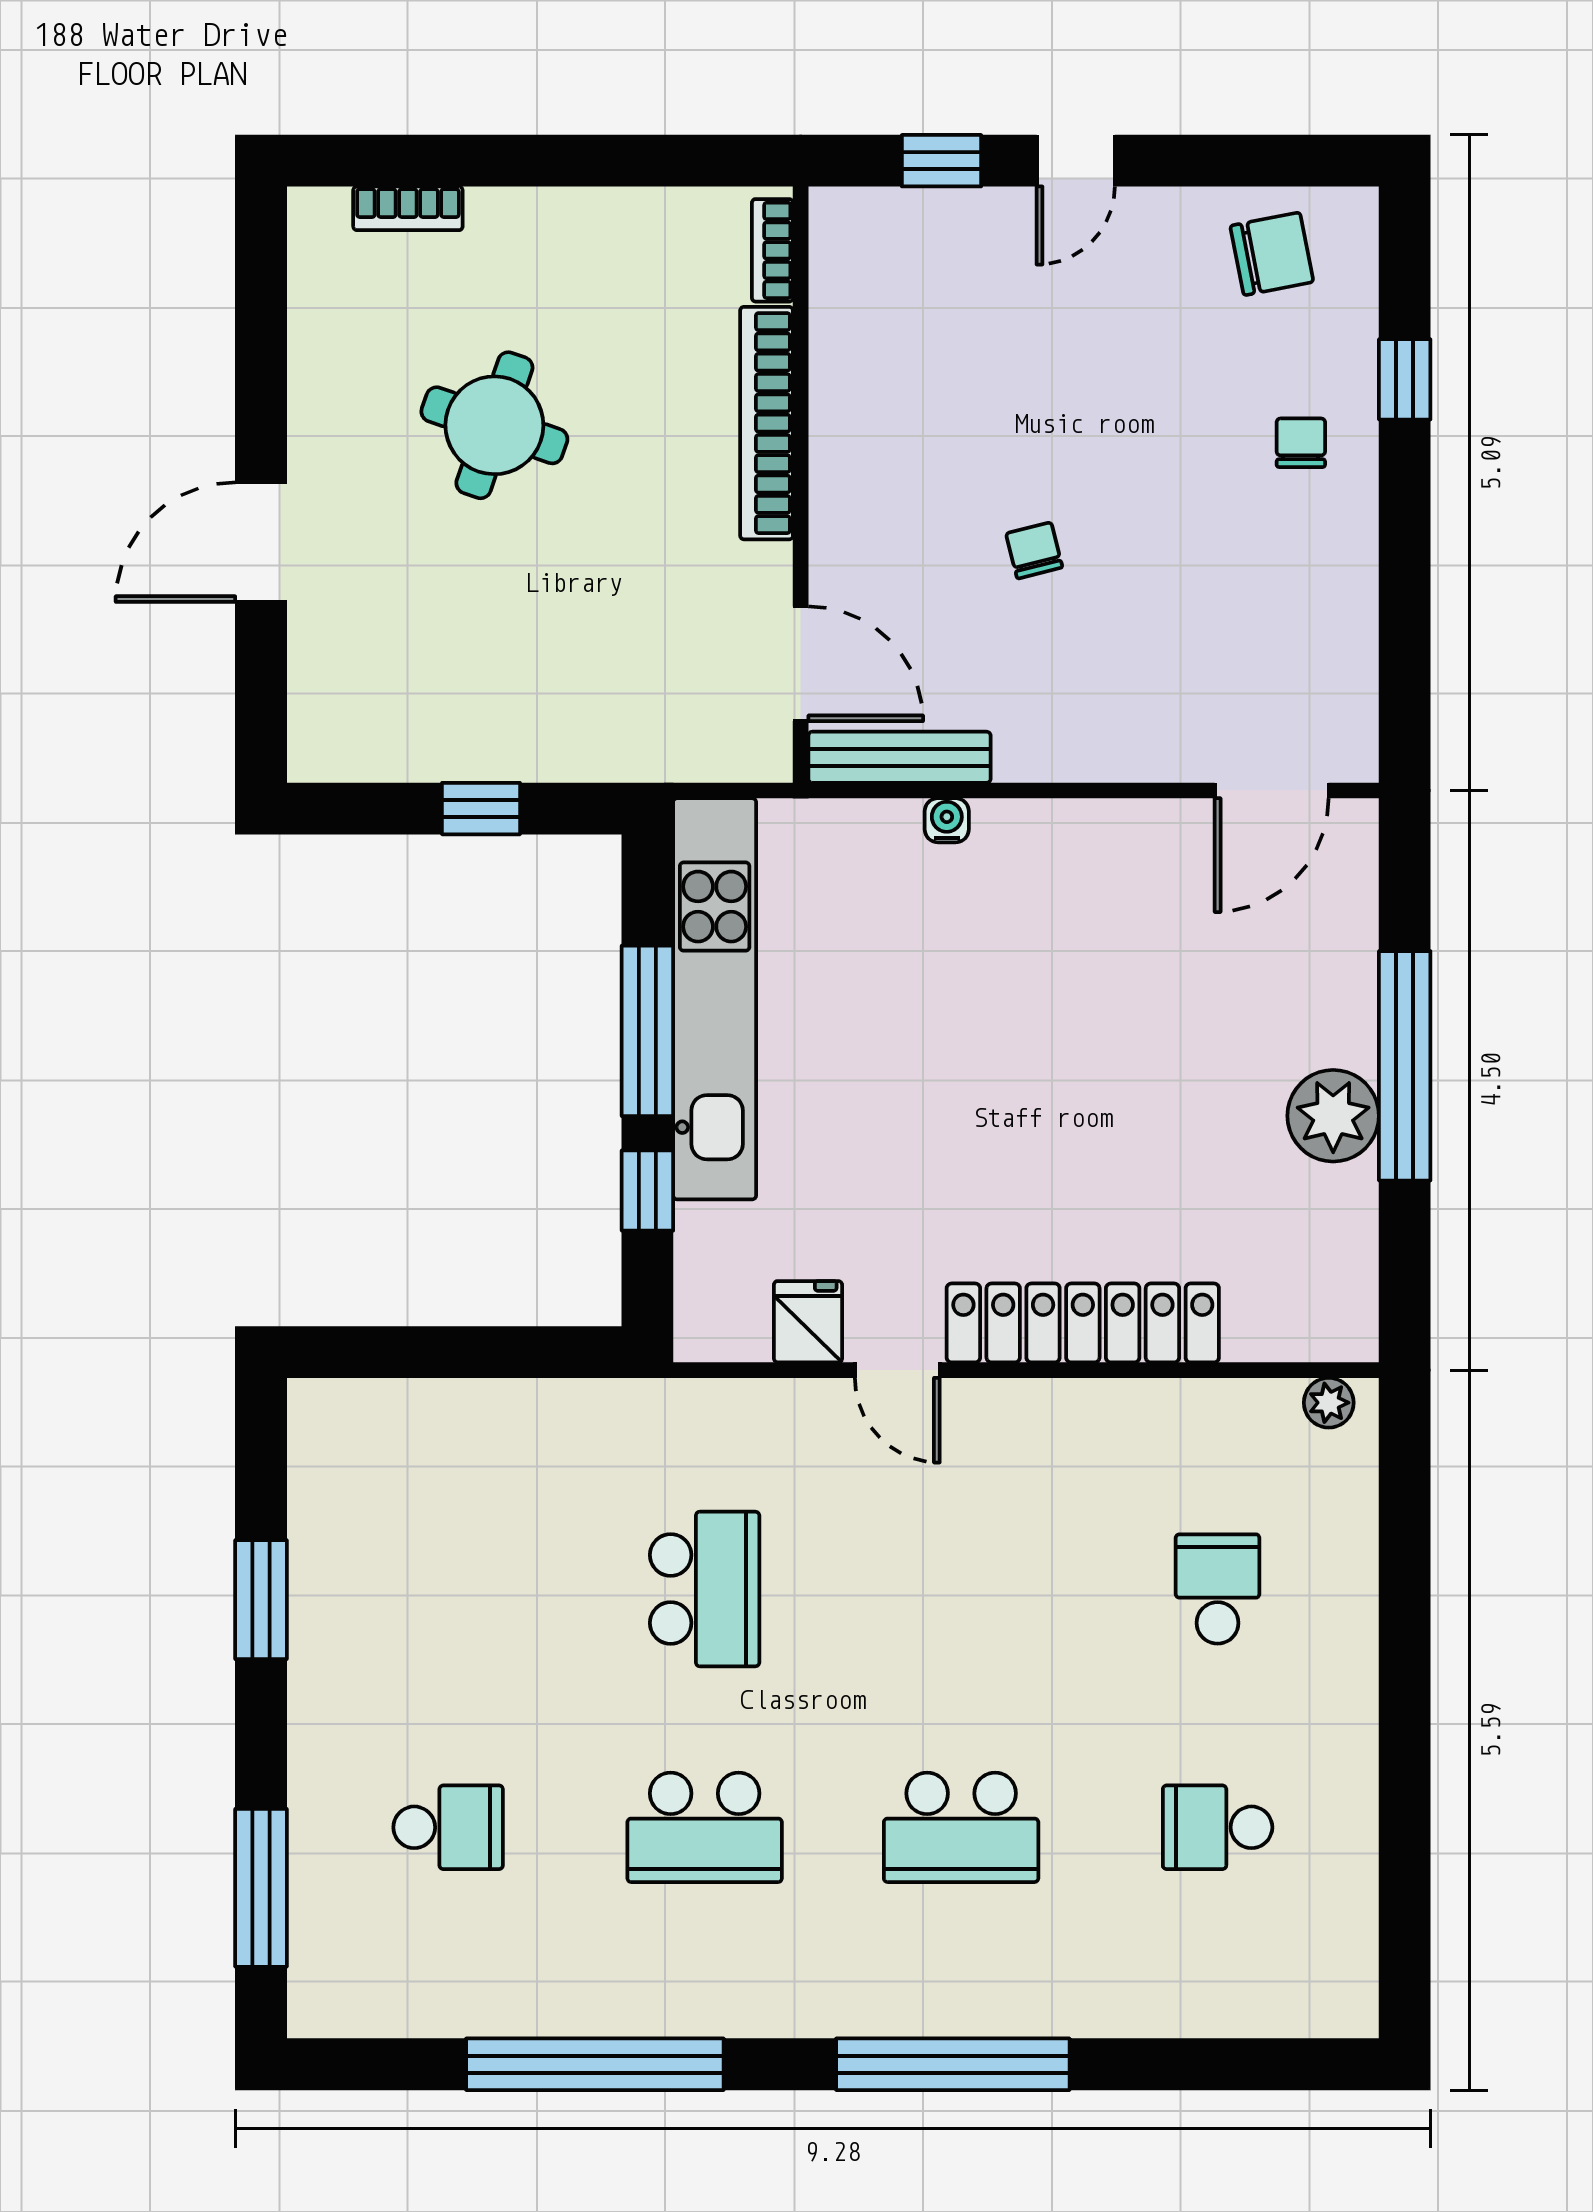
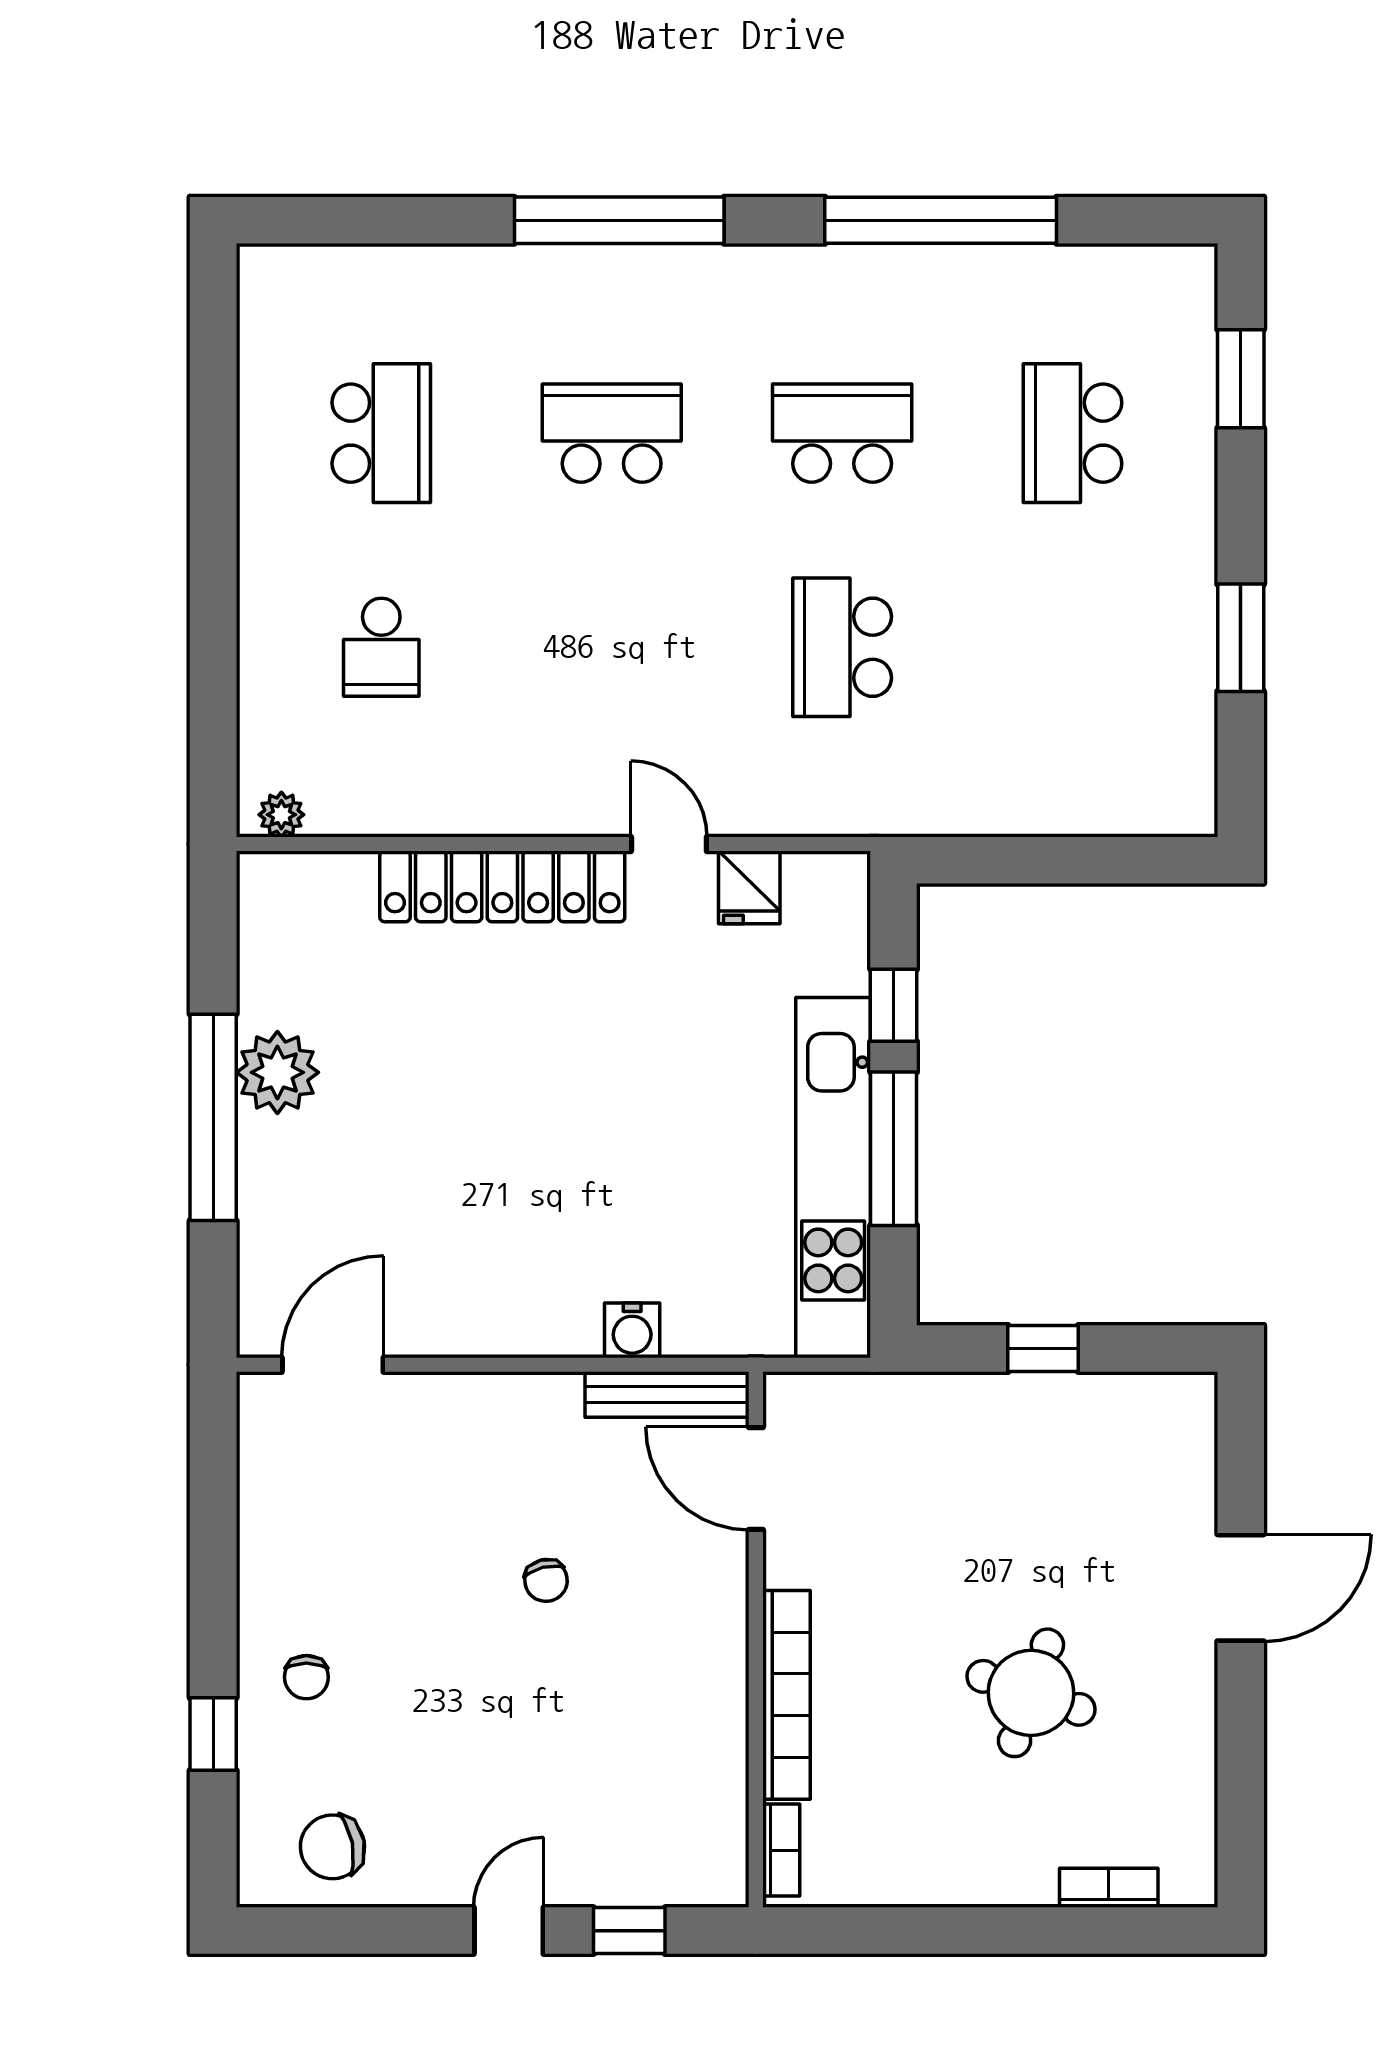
water cooler: (947, 820) -> (632, 1330), width x1.38, depth x1.38
school desk: (448, 1827) -> (1073, 433), width x1.85
school desk: (1218, 1827) -> (381, 433), width x1.85
window: (261, 1888) -> (1241, 379), width x0.69

